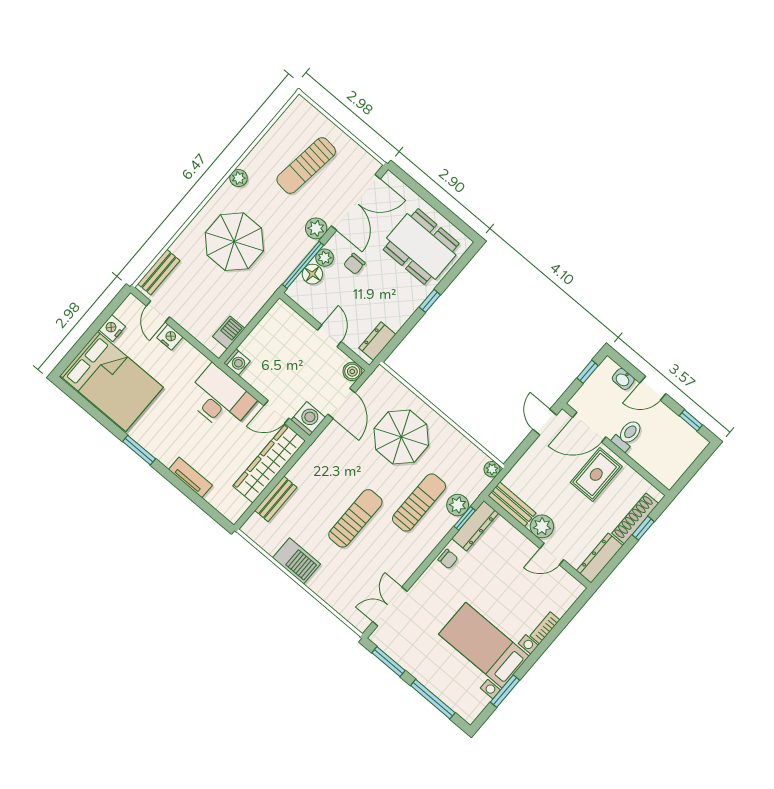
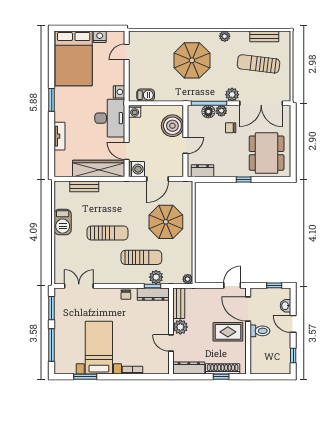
bench: (159, 272) -> (264, 36), moved
nightstand: (170, 337) -> (119, 92), moved
boiler: (352, 371) -> (172, 126), moved, width x1.86, depth x1.86

